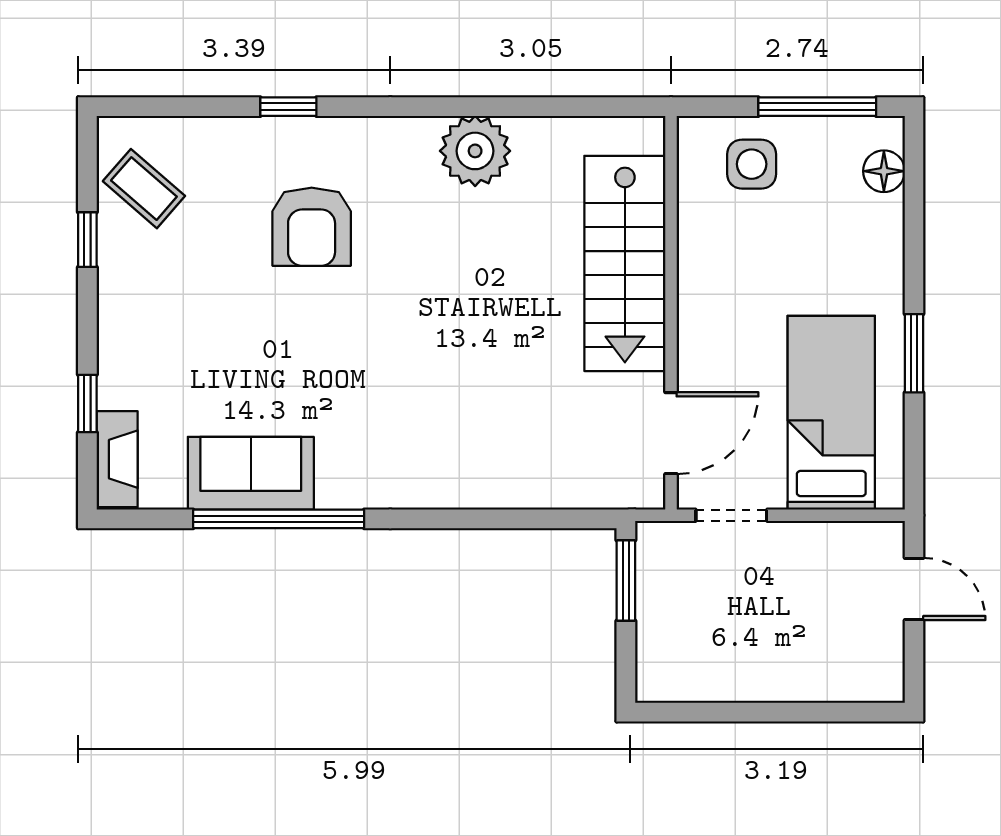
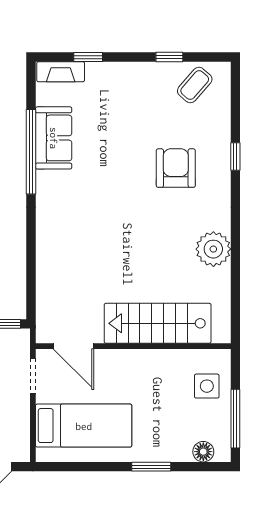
armchair: (312, 227) -> (176, 168), turned 90
window: (914, 353) -> (151, 467), moved

